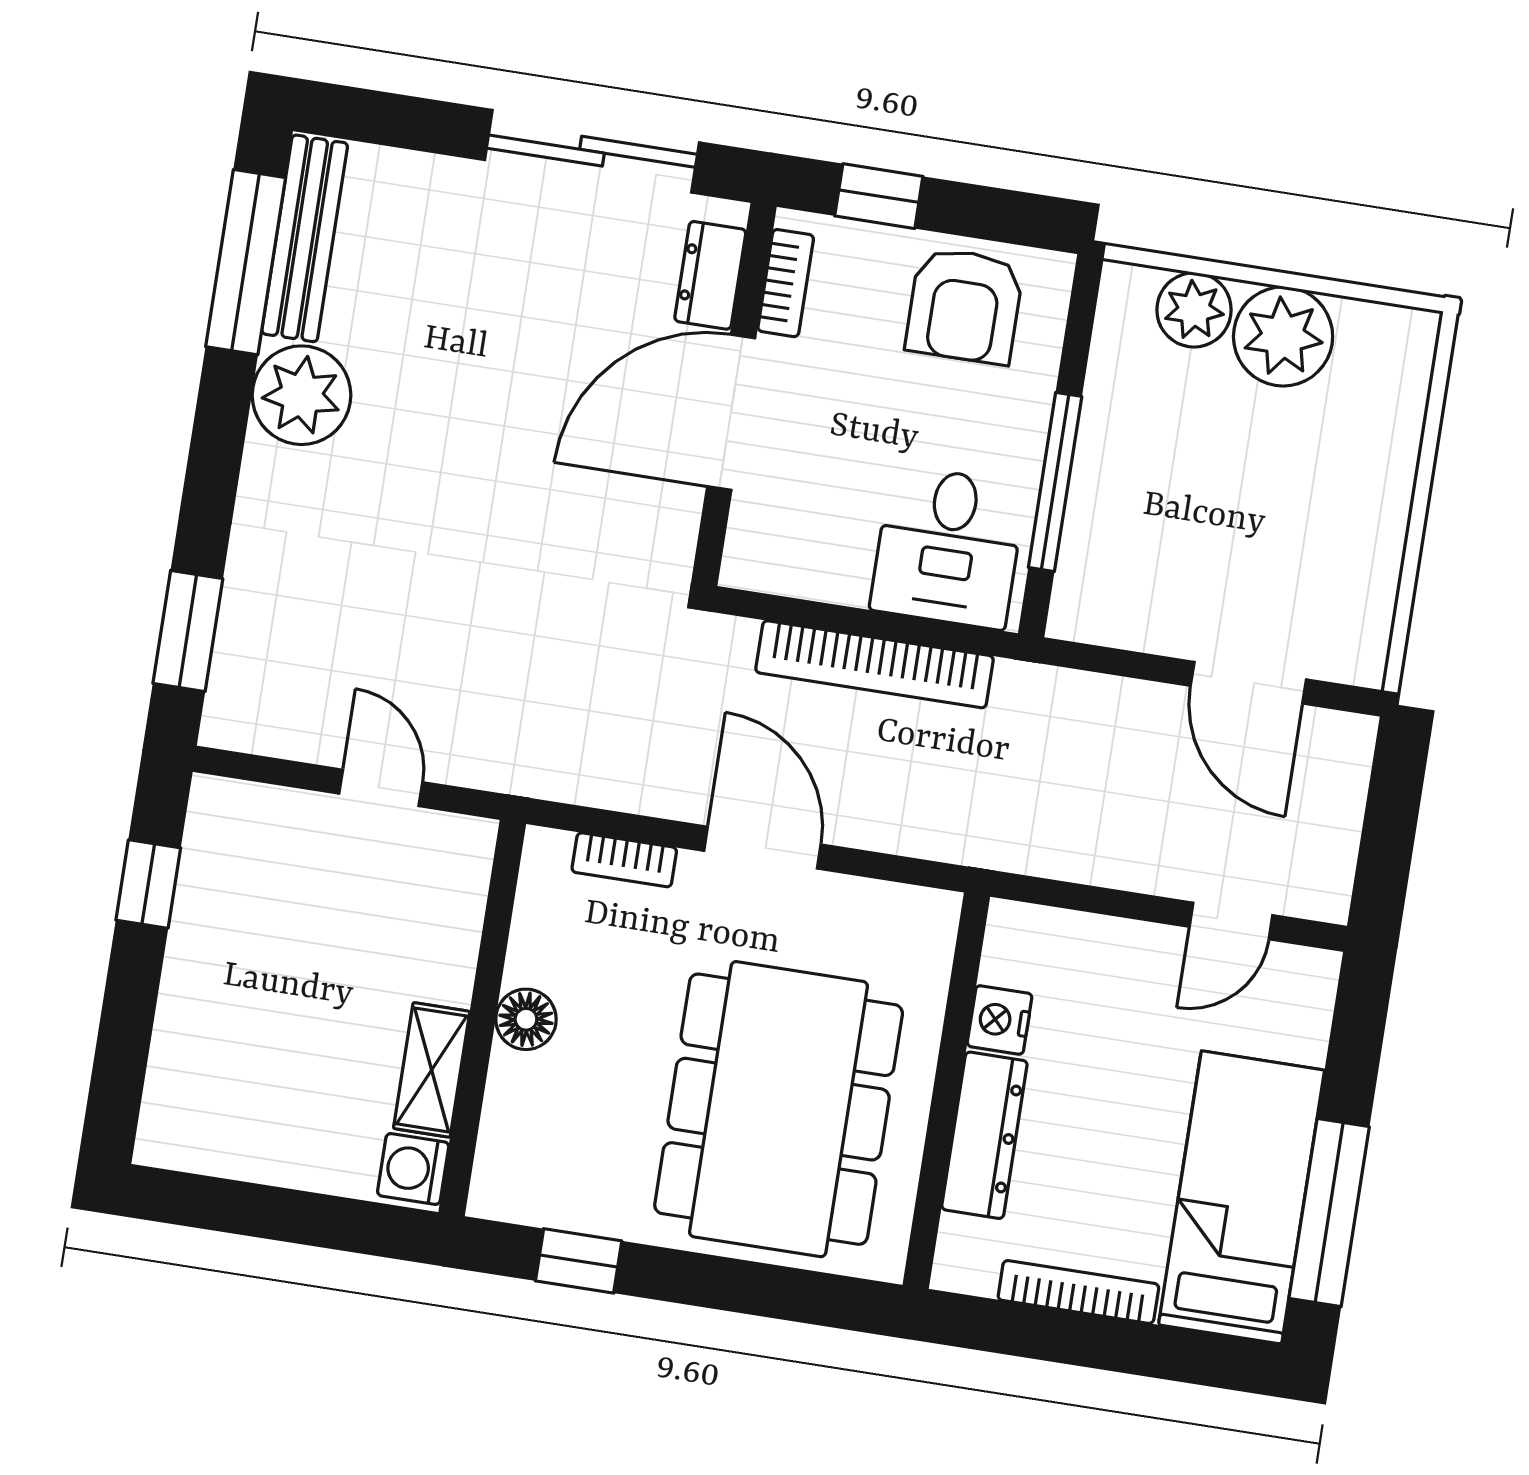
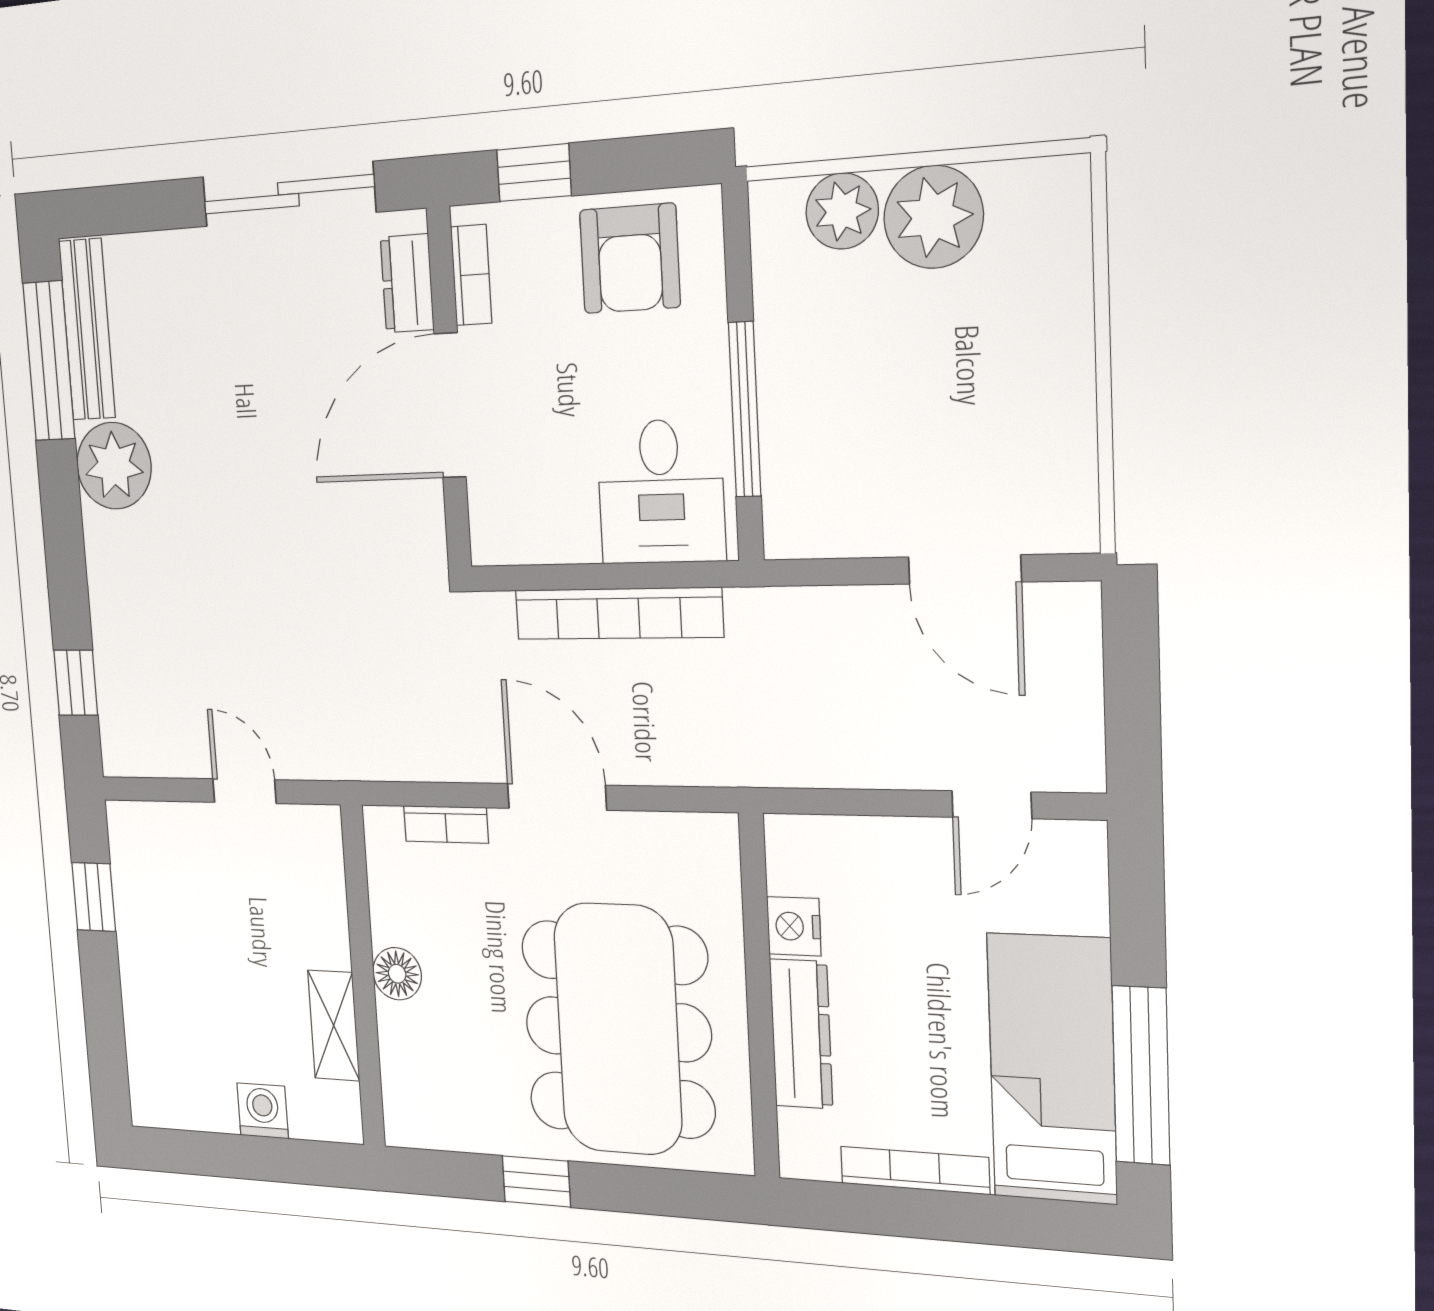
window: (188, 631) -> (76, 683), width x0.67
washing machine: (413, 1169) -> (263, 1111), moved, turned 90
window: (579, 1261) -> (536, 1181), moved

